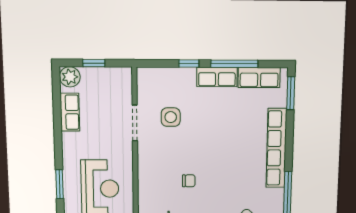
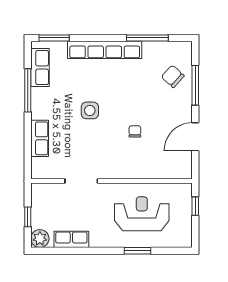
window: (189, 64) -> (28, 132), removed
row of seats: (217, 77) -> (40, 138), moved
side table: (171, 117) -> (90, 110), moved

